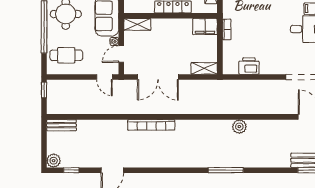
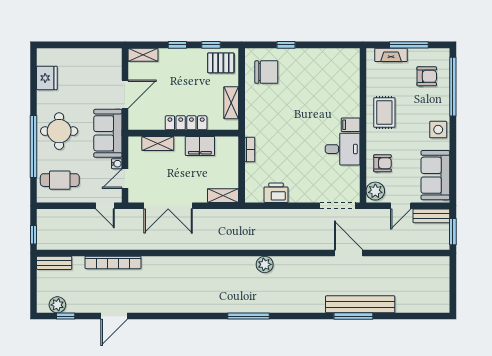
shelving: (137, 24) -> (158, 143), moved
filing cabinet: (205, 27) -> (200, 146), moved
window: (44, 90) -> (33, 235), moved
bookcase: (151, 125) -> (113, 262), moved
plant: (54, 161) -> (57, 305), moved

